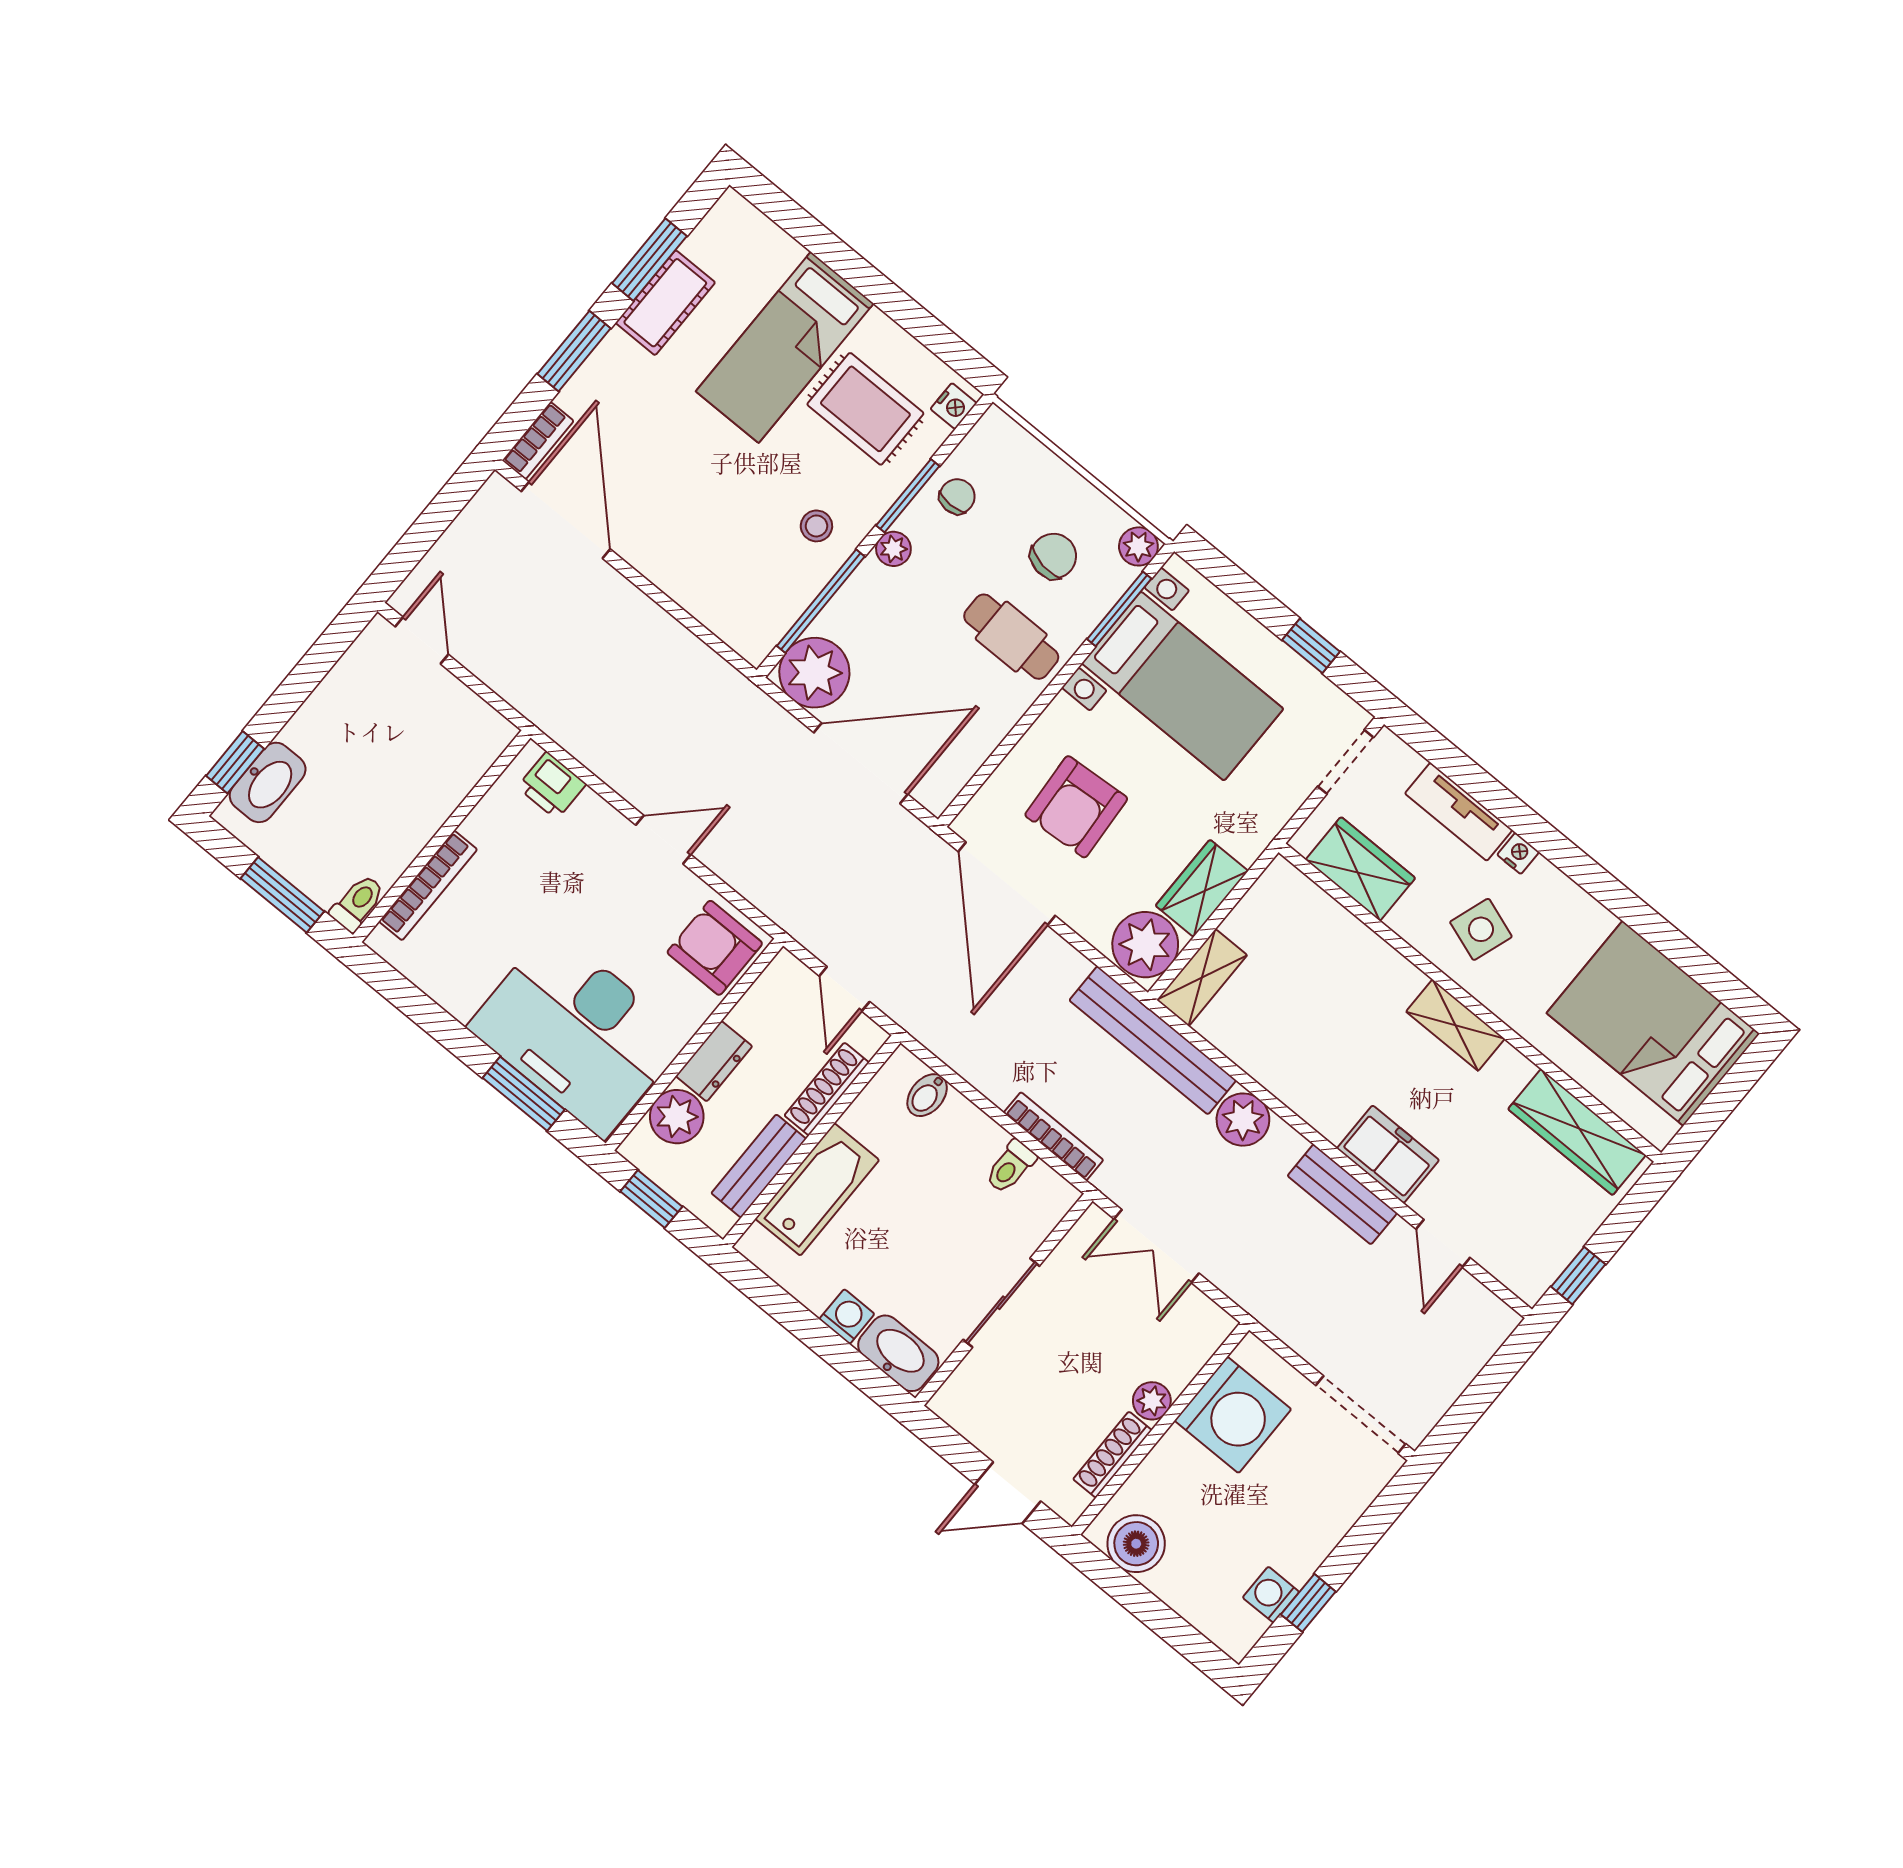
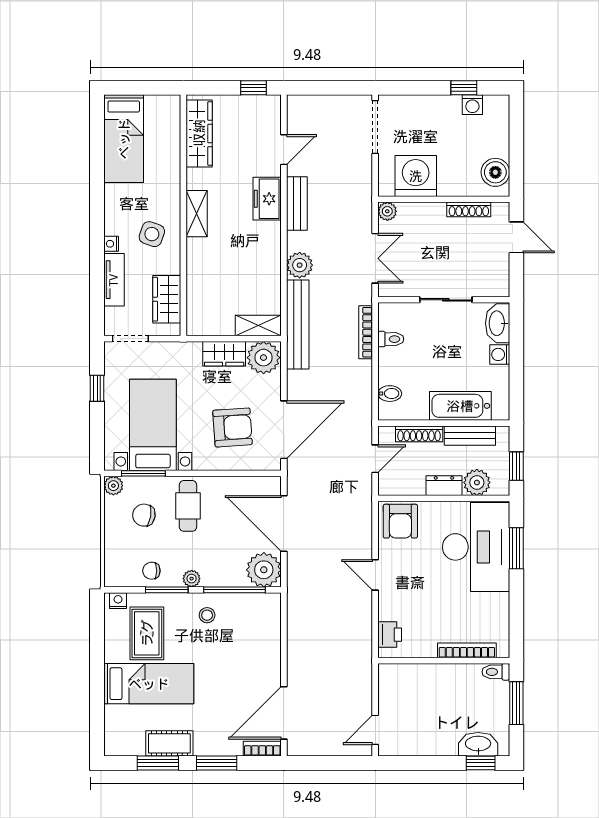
bed: (1653, 1023) -> (124, 139), width x0.67
plant: (1152, 1401) -> (387, 211), moved

